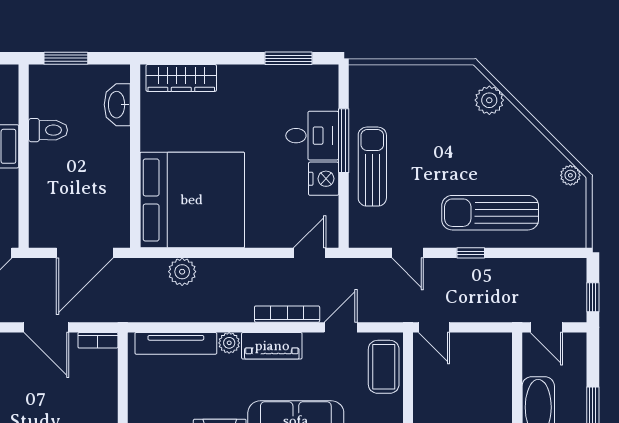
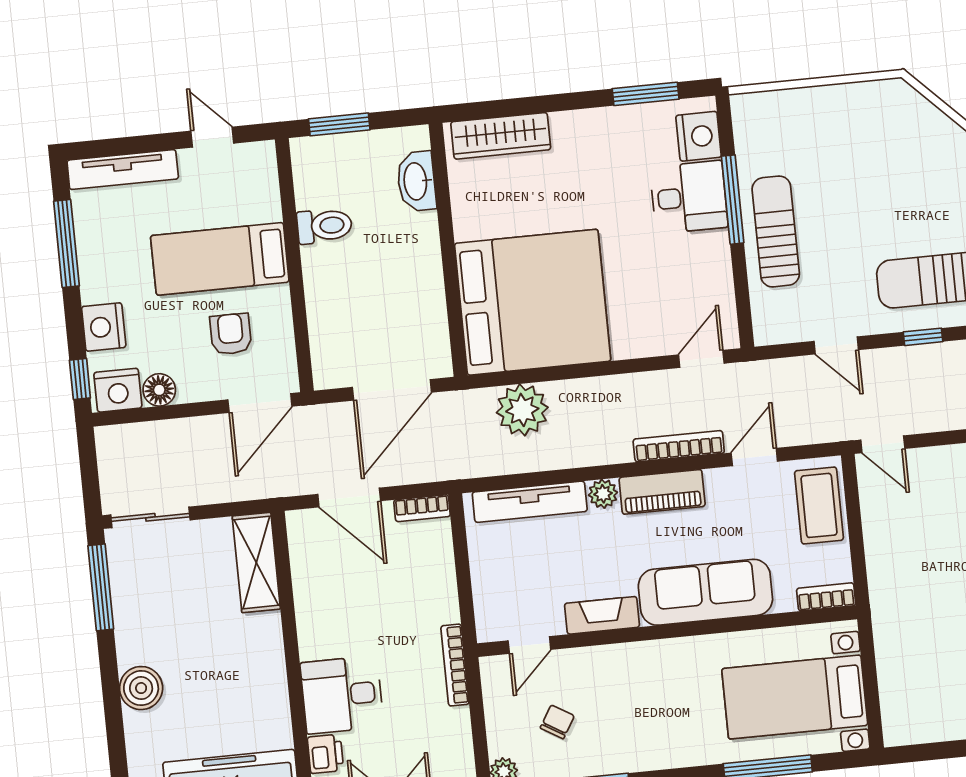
plant: (489, 100) -> (928, 124), removed
nightstand: (324, 179) -> (699, 136), moved
plant: (182, 272) -> (522, 410), width x1.36, depth x1.36

